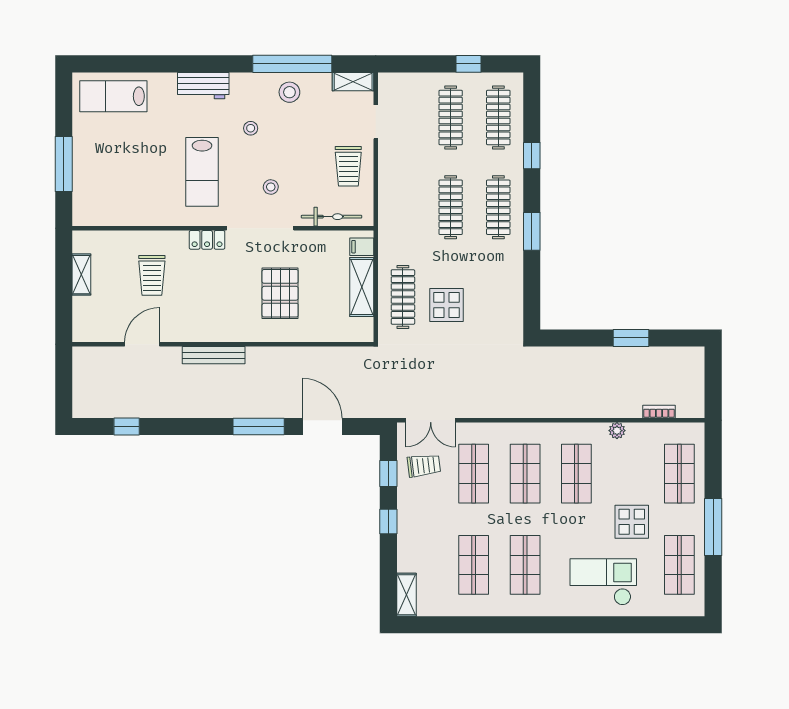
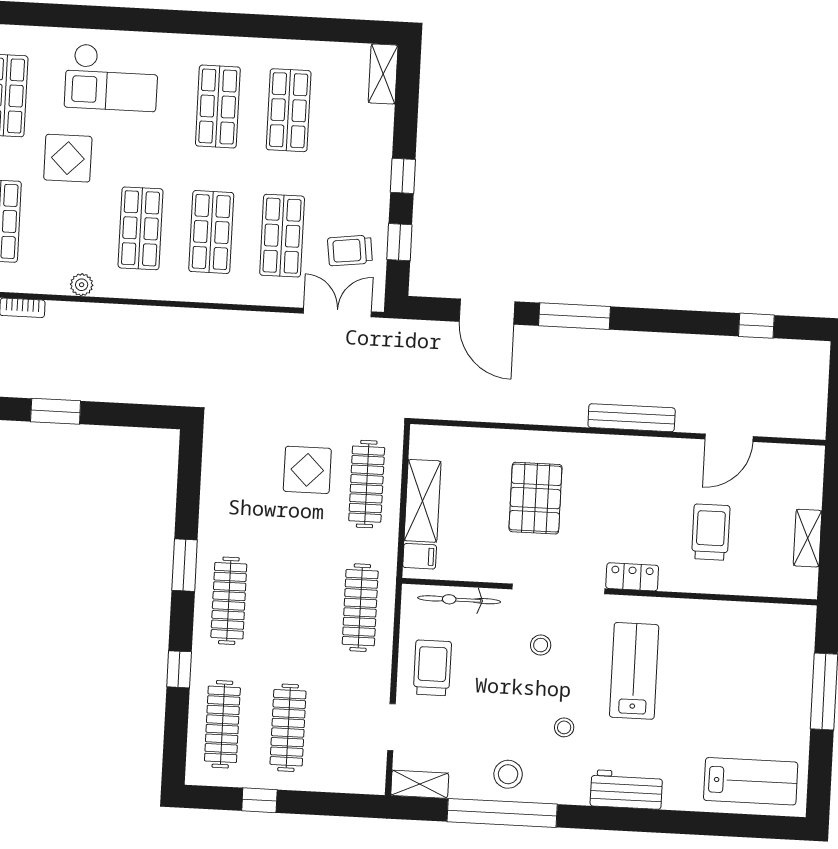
clothes rail: (451, 207) -> (360, 608), moved

